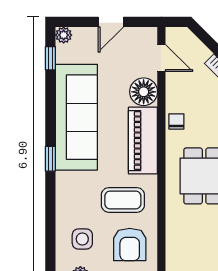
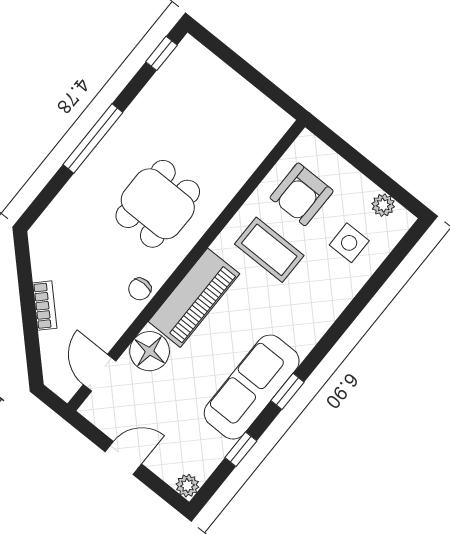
window: (50, 58) -> (241, 449), moved
sofa: (76, 117) -> (252, 387), width x0.74, depth x0.79
window: (50, 159) -> (288, 391), moved
armchair: (130, 245) -> (302, 194), turned 180

